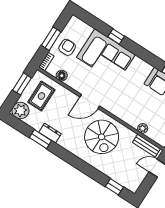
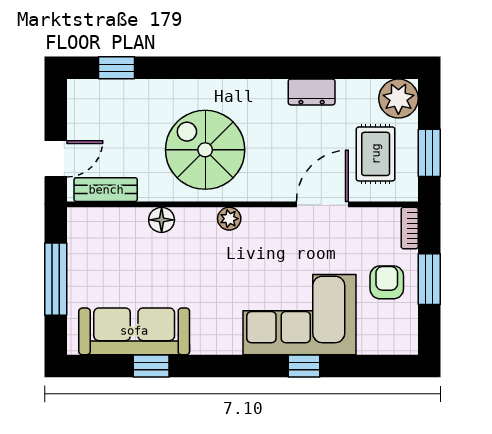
armchair: (67, 47) -> (387, 282), turned 180
floor lamp: (62, 76) -> (162, 220), moved
door: (90, 101) -> (322, 204), moved
plant: (143, 128) -> (229, 219), moved
window: (40, 139) -> (323, 68), removed

